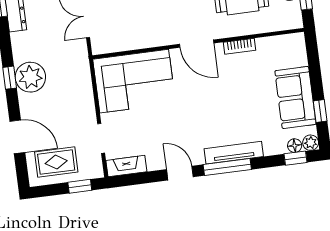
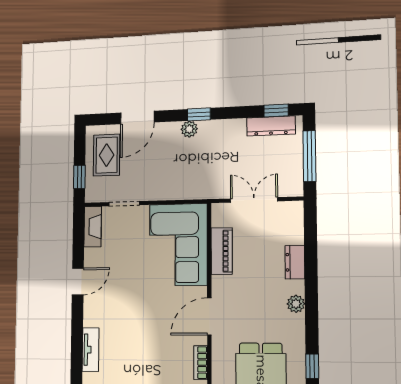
piano: (136, 40) -> (222, 251), added
plant: (30, 77) -> (189, 129), width x0.53, depth x0.53
tv unit: (234, 153) -> (91, 350), width x0.71
window: (227, 167) -> (77, 332), removed

